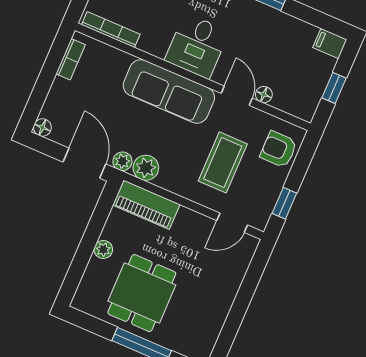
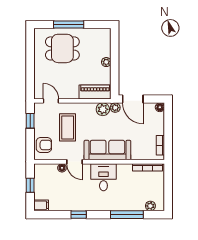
door: (232, 223) -> (51, 101), hinge flipped
dining table: (142, 293) -> (62, 48), moved, turned 90

